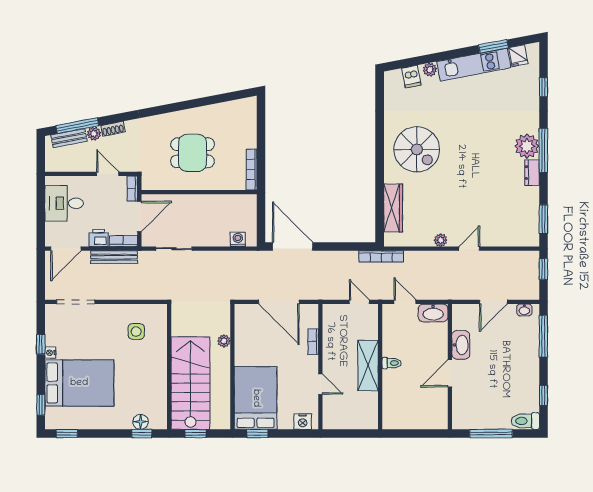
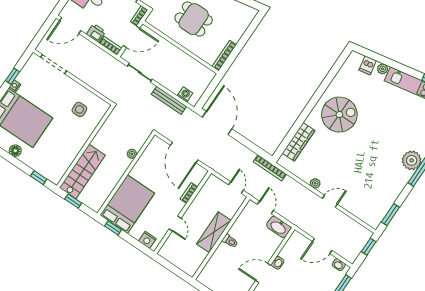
spiral stairs: (417, 149) -> (339, 115), turned -90
dresser: (532, 173) -> (403, 180), removed
bench: (114, 257) -> (169, 100), moved
washbasin: (461, 345) -> (278, 263), width x0.52, depth x0.69
stairs: (190, 383) -> (82, 171), width x0.73, depth x0.66
floor lamp: (141, 422) -> (15, 151), moved

